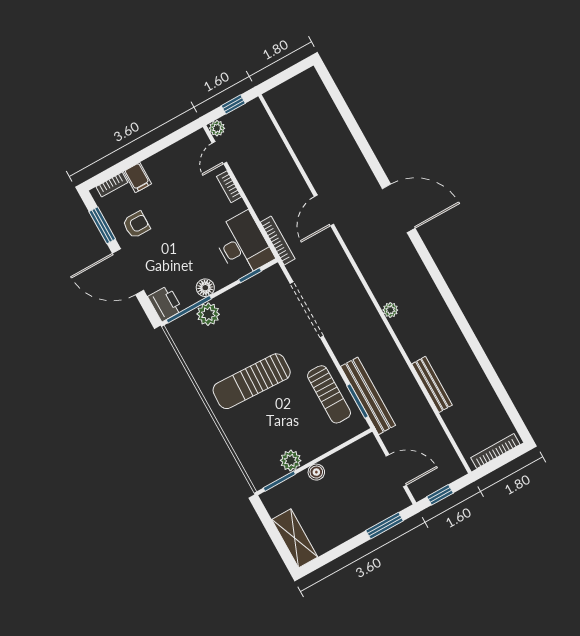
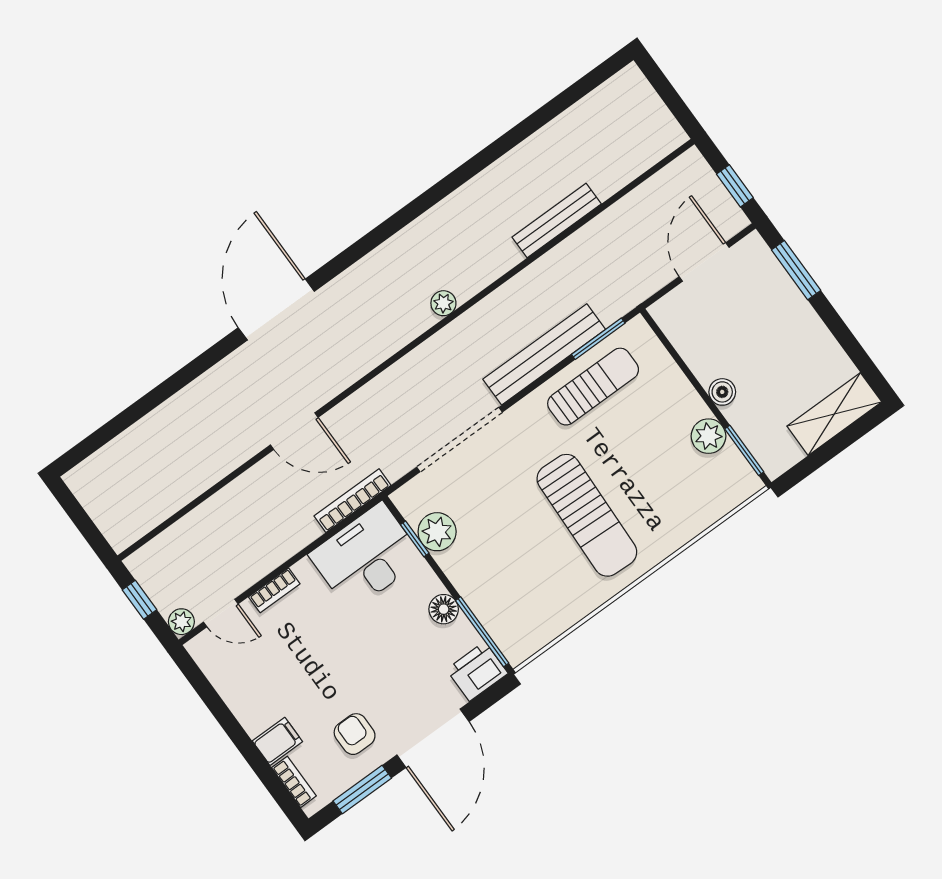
plant: (208, 314) -> (437, 532), moved
bench: (368, 396) -> (544, 354), moved
bookcase: (495, 451) -> (653, 104), removed

